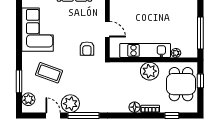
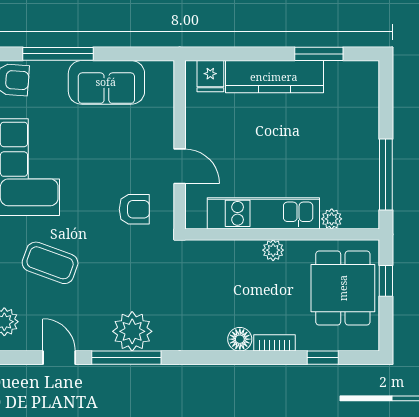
armchair: (87, 49) -> (134, 209), turned -90
plant: (150, 71) -> (273, 250), width x0.53, depth x0.53
plant: (70, 104) -> (132, 331), moved

